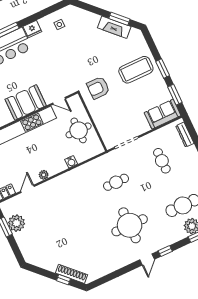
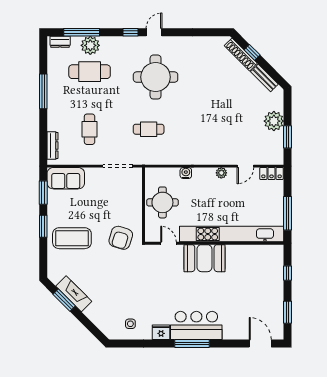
armchair: (98, 88) -> (121, 238), turned 107
plant: (17, 223) -> (274, 121), moved
bench: (45, 264) -> (264, 78), added

